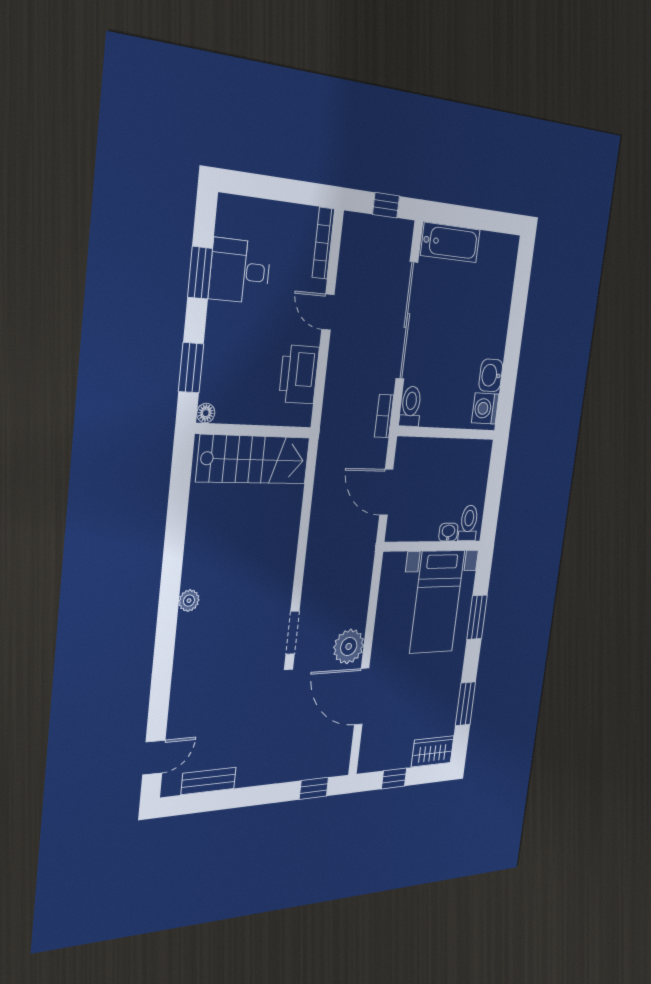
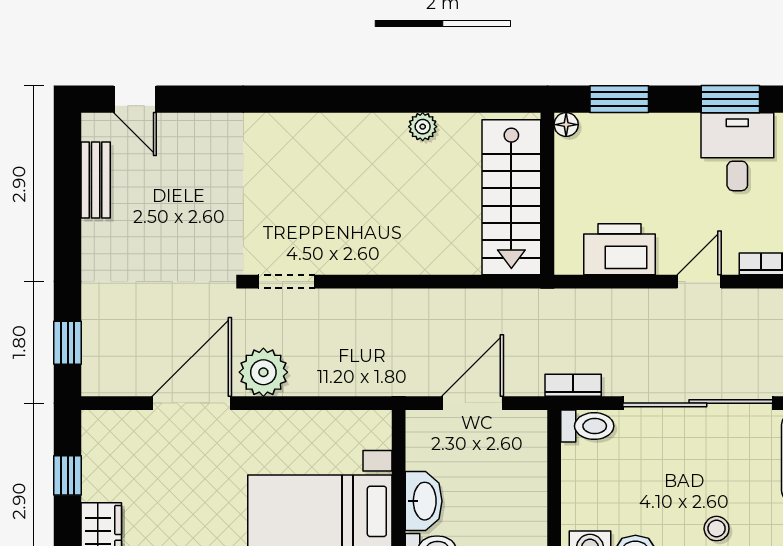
stool: (484, 314) -> (717, 529), added
washbasin: (448, 532) -> (424, 501), width x1.91, depth x1.45
plant: (189, 601) -> (423, 127), moved

